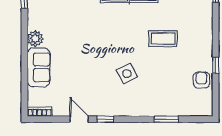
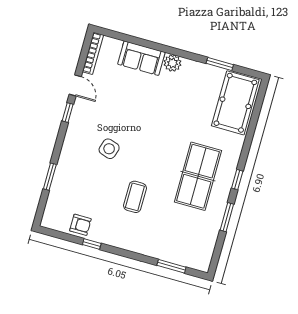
side table: (127, 74) -> (109, 149), turned 45
bookcase: (39, 111) -> (93, 53), width x1.56
door: (79, 119) -> (75, 85), hinge flipped

